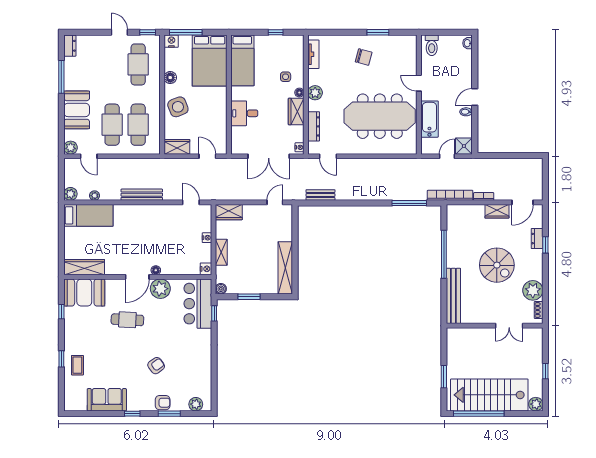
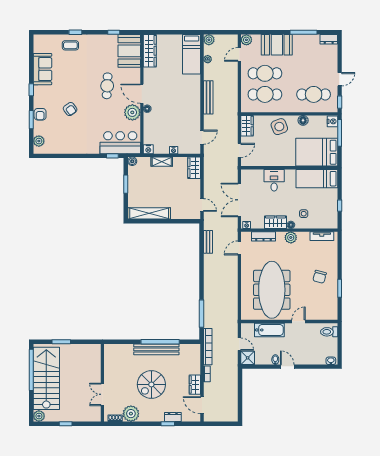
bench: (453, 296) -> (156, 349), moved

